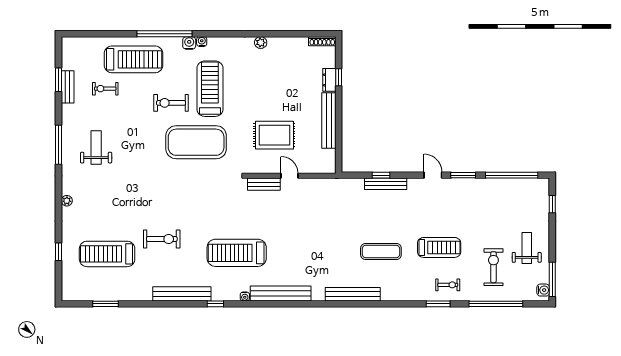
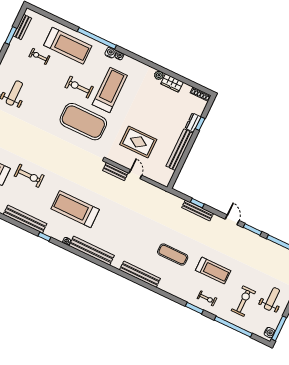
wardrobe: (281, 44) -> (172, 83), added
bench: (68, 87) -> (22, 27), moved

